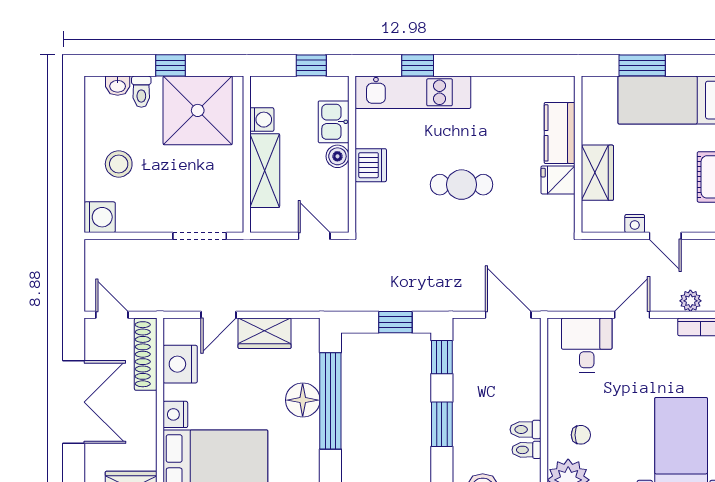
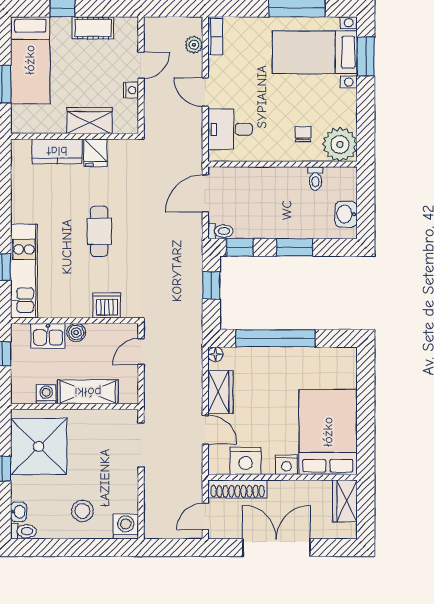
toilet: (141, 92) -> (23, 531), moved
dishwasher: (371, 165) -> (107, 305), moved
floor lamp: (303, 400) -> (215, 354), moved, width x0.53, depth x0.53
toilet: (525, 430) -> (220, 231), moved, turned -90

